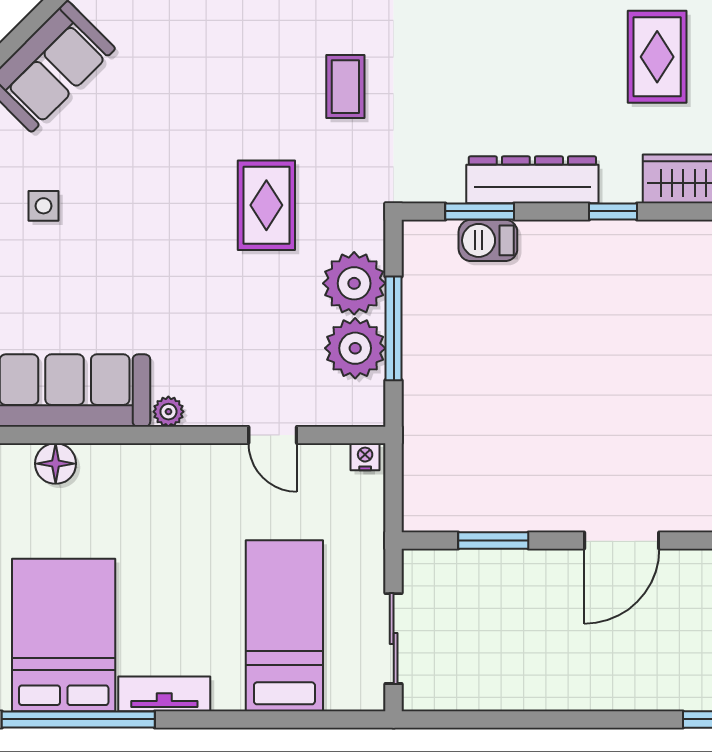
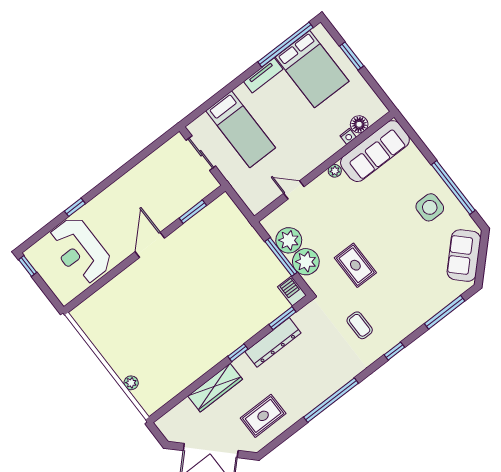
rug: (657, 57) -> (263, 416), turned 90
side table: (44, 206) -> (430, 207), width x1.87, depth x1.87
barbecue: (488, 240) -> (292, 291), moved, turned -90
nightstand: (365, 457) -> (348, 136), moved

